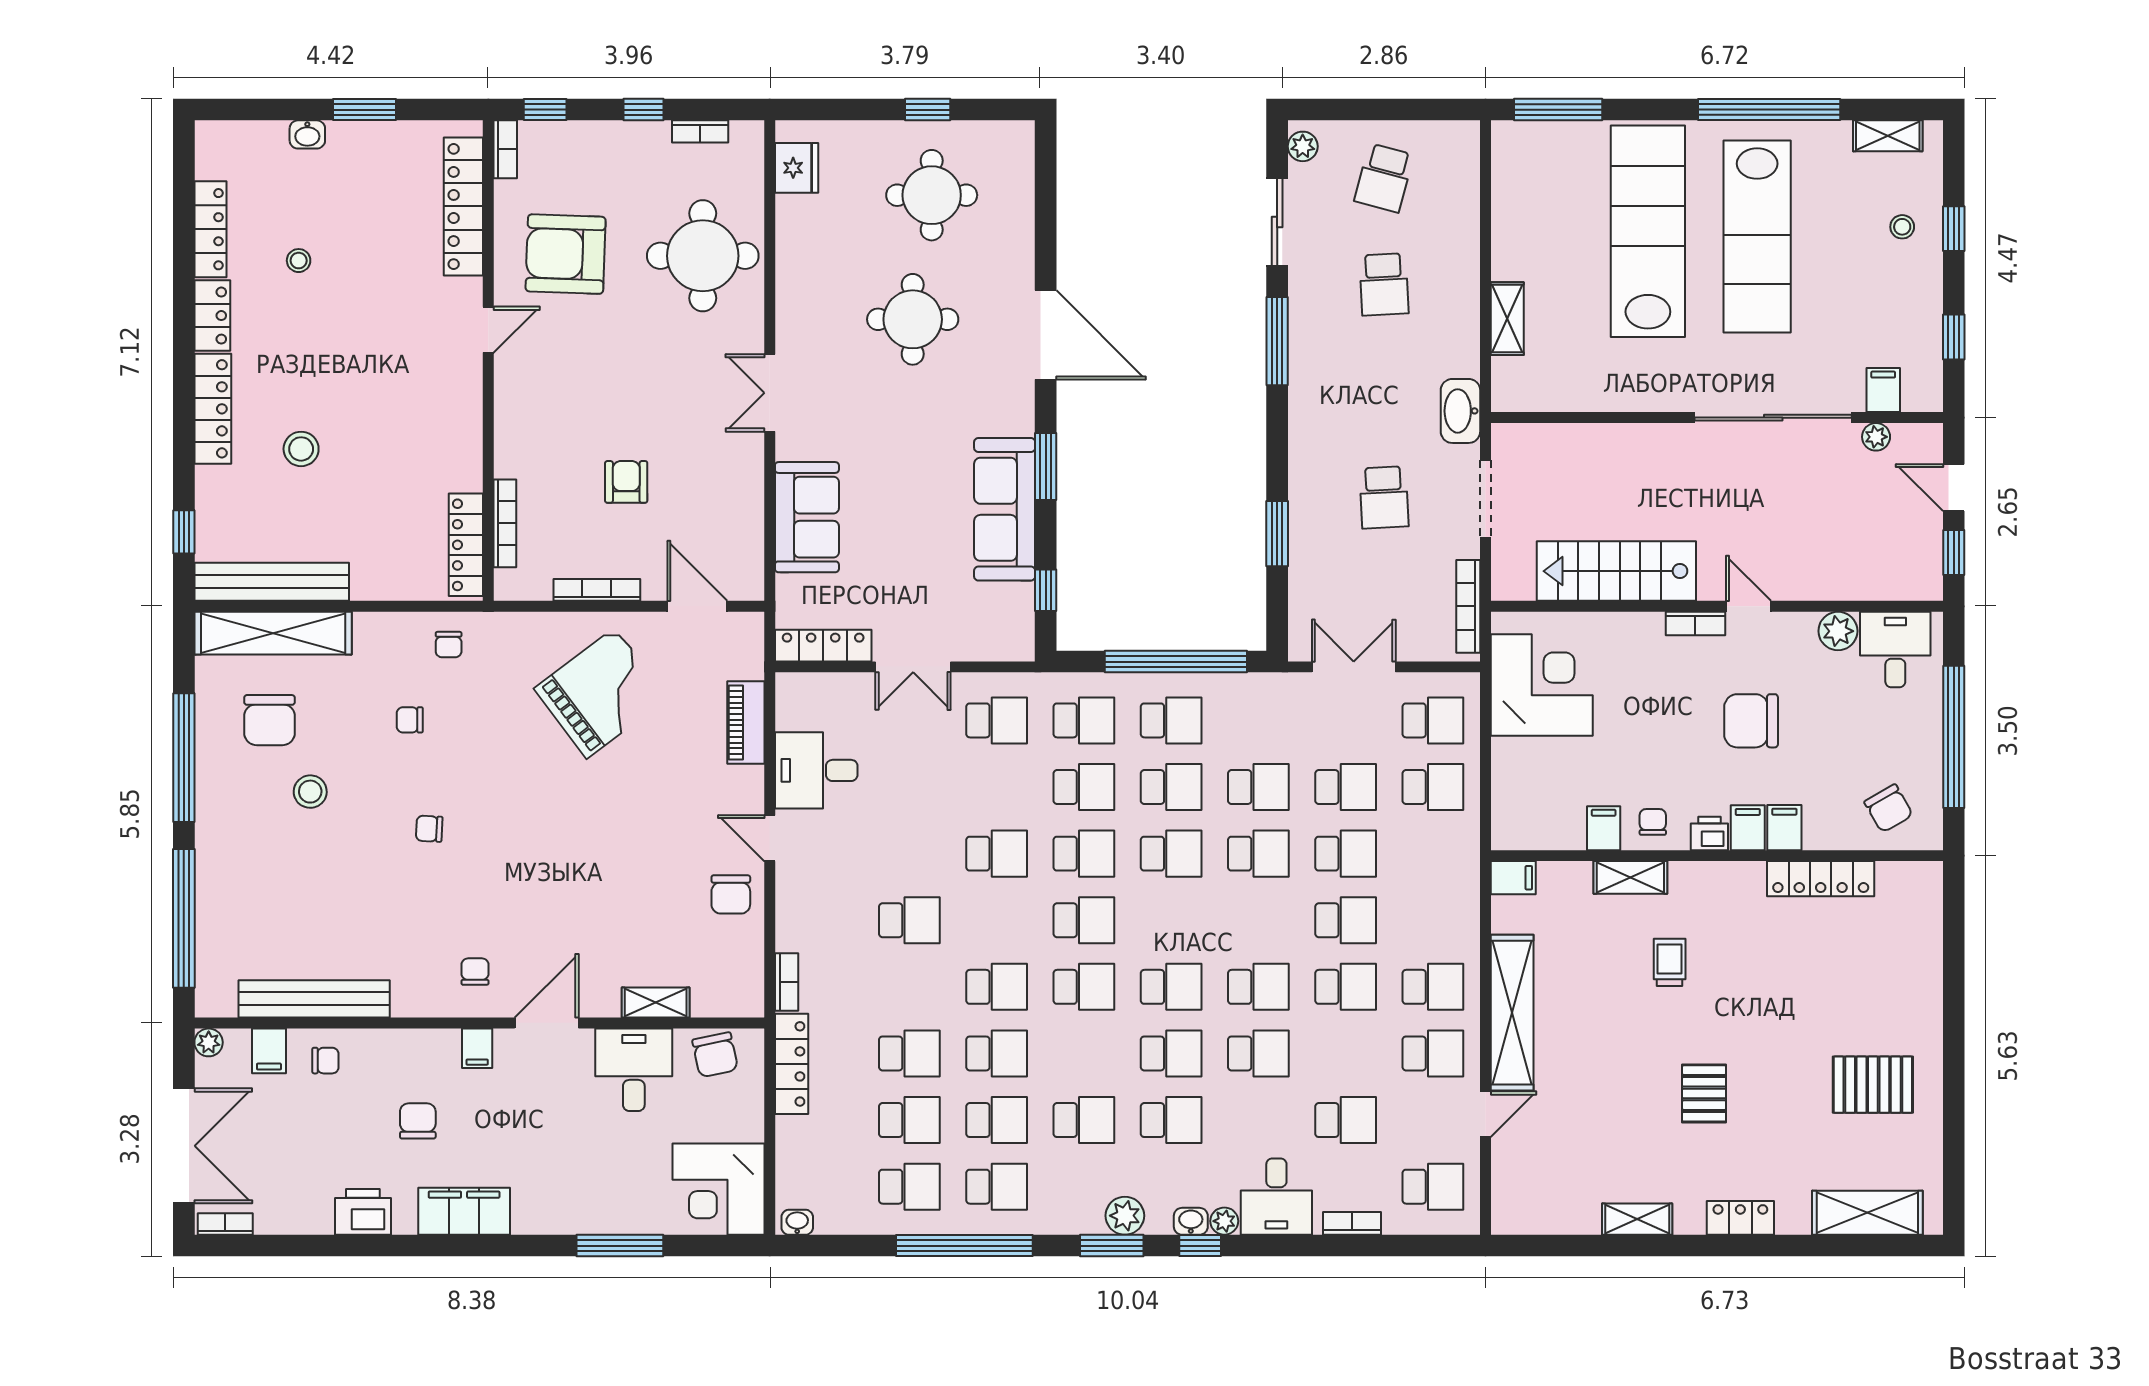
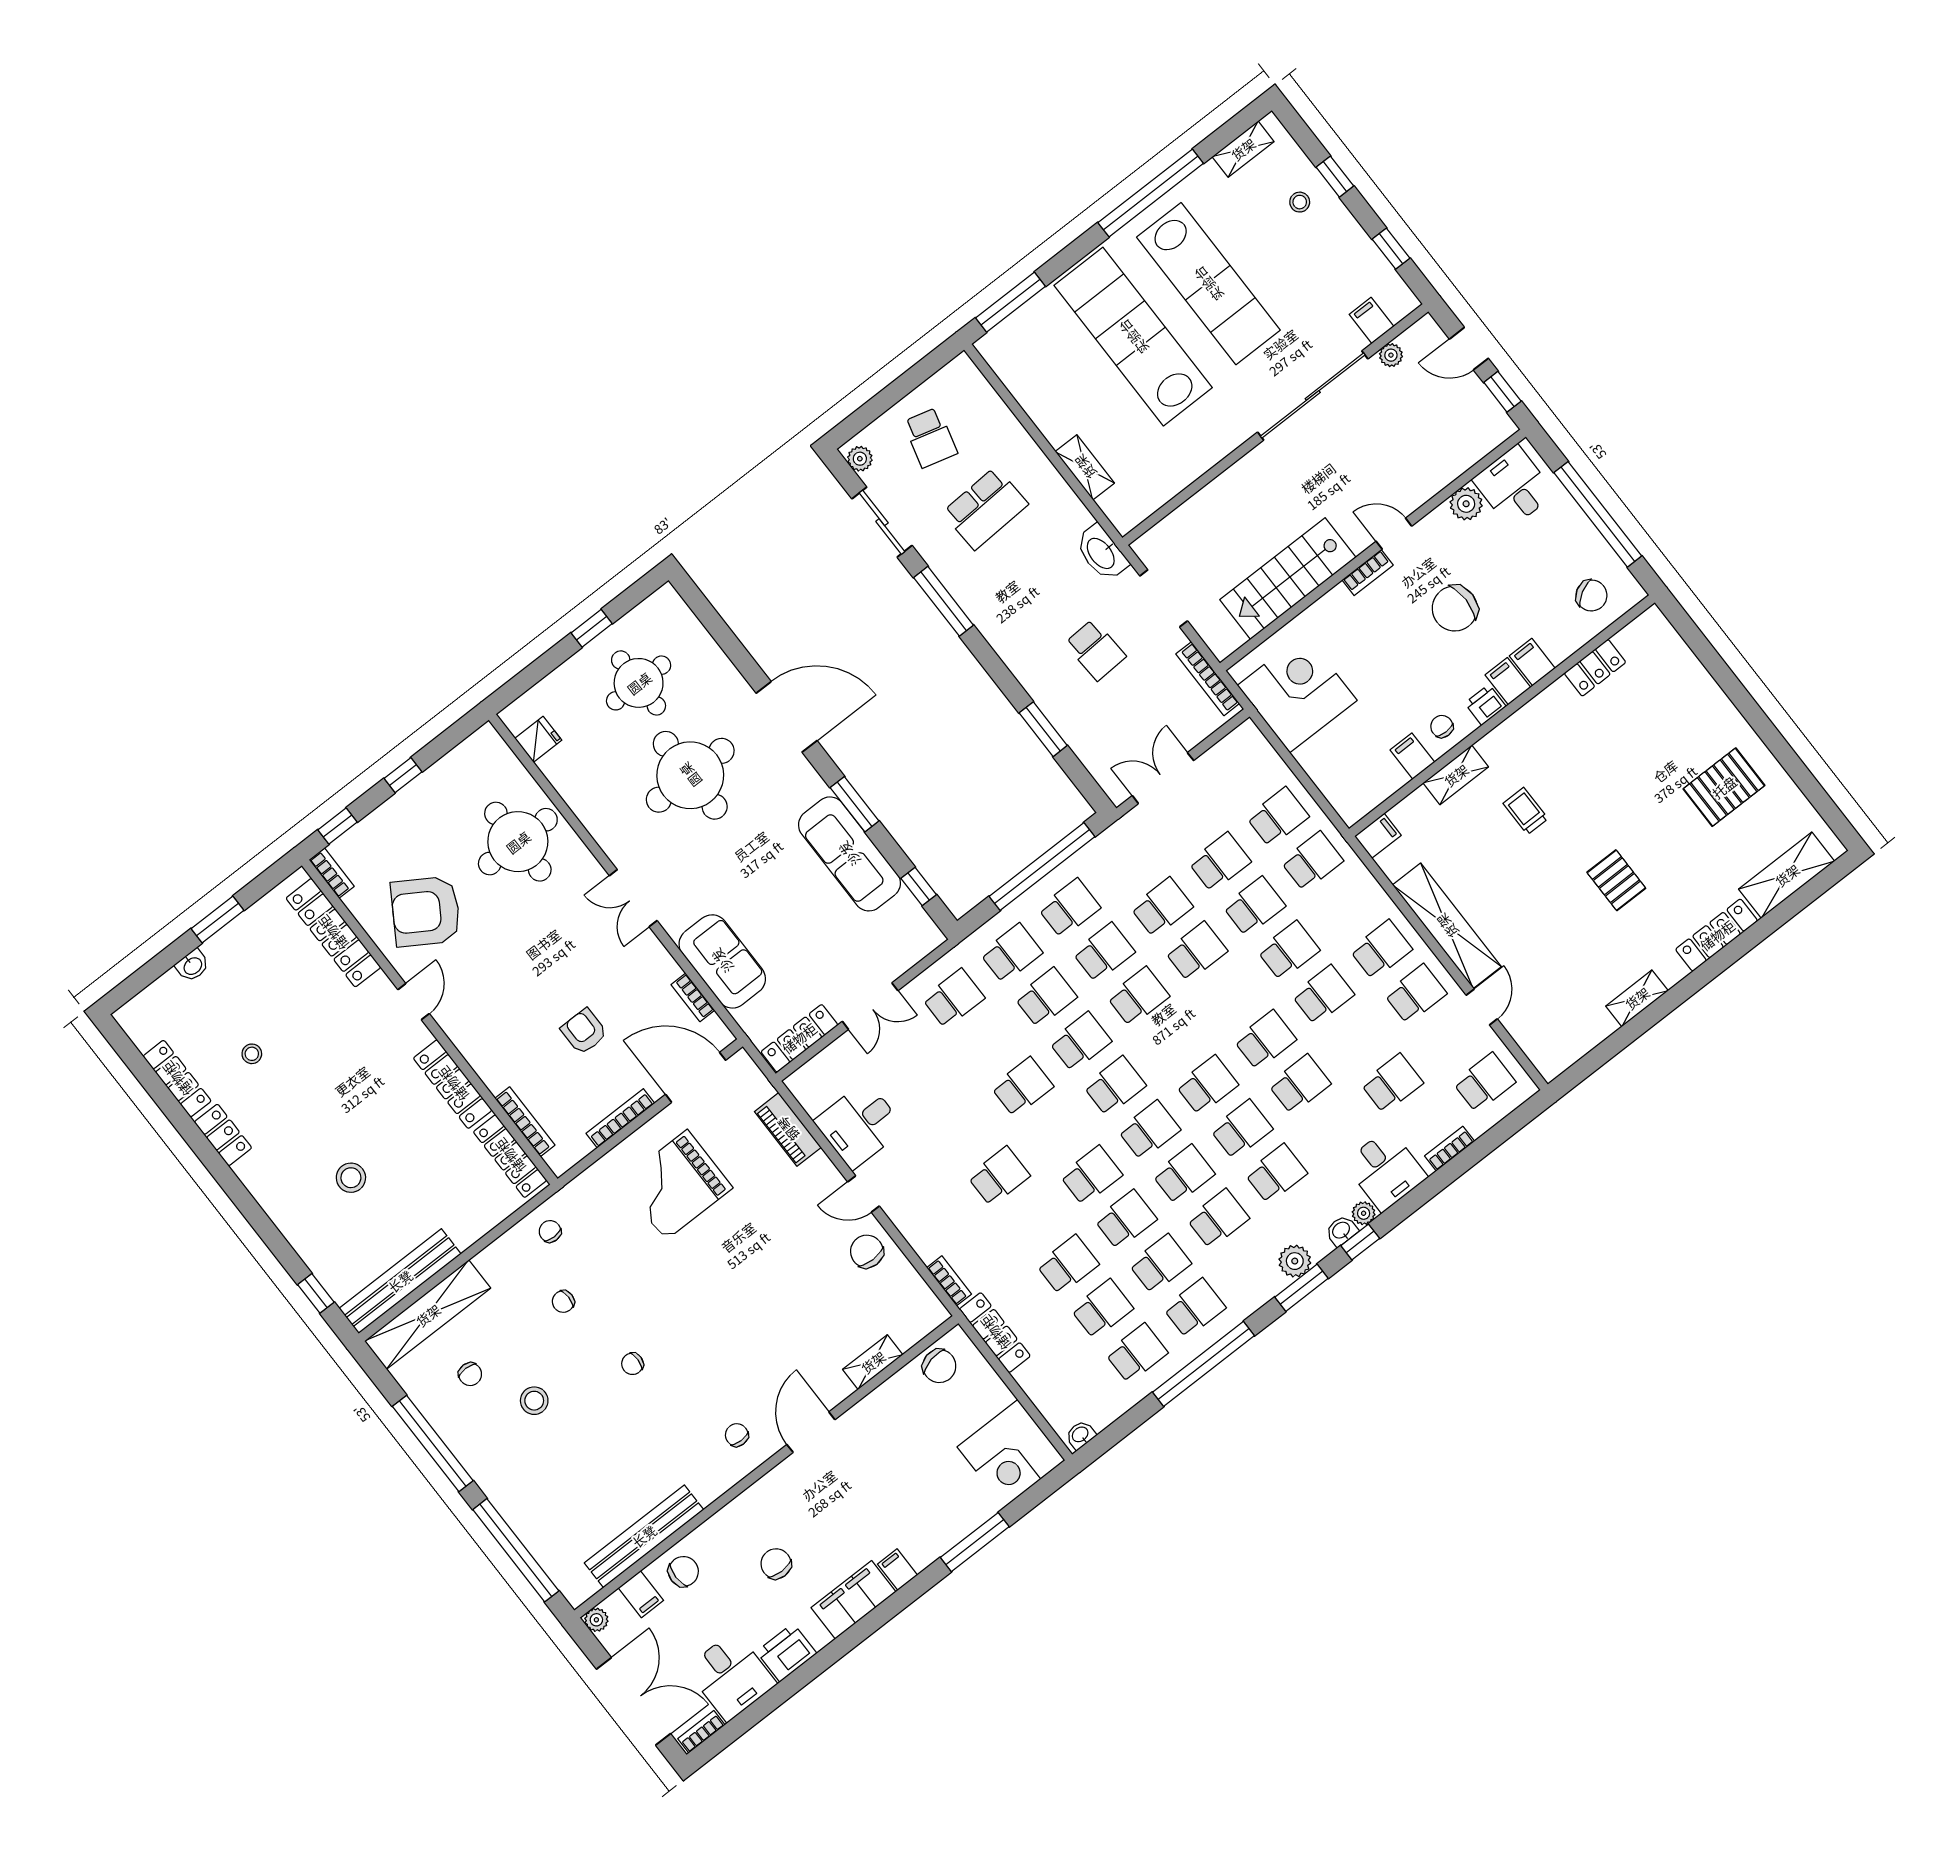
bookcase: (700, 131) -> (693, 997), moved, turned 90
fridge: (797, 168) -> (538, 739), width x0.72
armchair: (566, 254) -> (426, 911), turned 30
school desk: (1384, 284) -> (985, 508), width x1.85
round table: (913, 319) -> (690, 775), width x1.36, depth x1.36
locker: (213, 409) -> (453, 1084), moved, turned 180
door: (697, 606) -> (696, 1077), width x1.36
chair: (449, 645) -> (550, 1231), turned 180
grand piano: (601, 693) -> (676, 1185), turned -143
chair: (269, 720) -> (470, 1374), width x0.54, depth x0.54
school desk: (1433, 720) -> (1312, 861), moved
locker: (1821, 879) -> (1595, 668), width x0.66
chair: (731, 894) -> (867, 1251), turned 180
filing cabinet: (477, 1048) -> (898, 1570), moved, turned 180
school desk: (1084, 1053) -> (1184, 1174), added
chair: (325, 1061) -> (683, 1571), width x1.37, depth x1.37
desk: (634, 1070) -> (731, 1676), moved, turned 180
locker: (1740, 1218) -> (1717, 935), width x1.53

